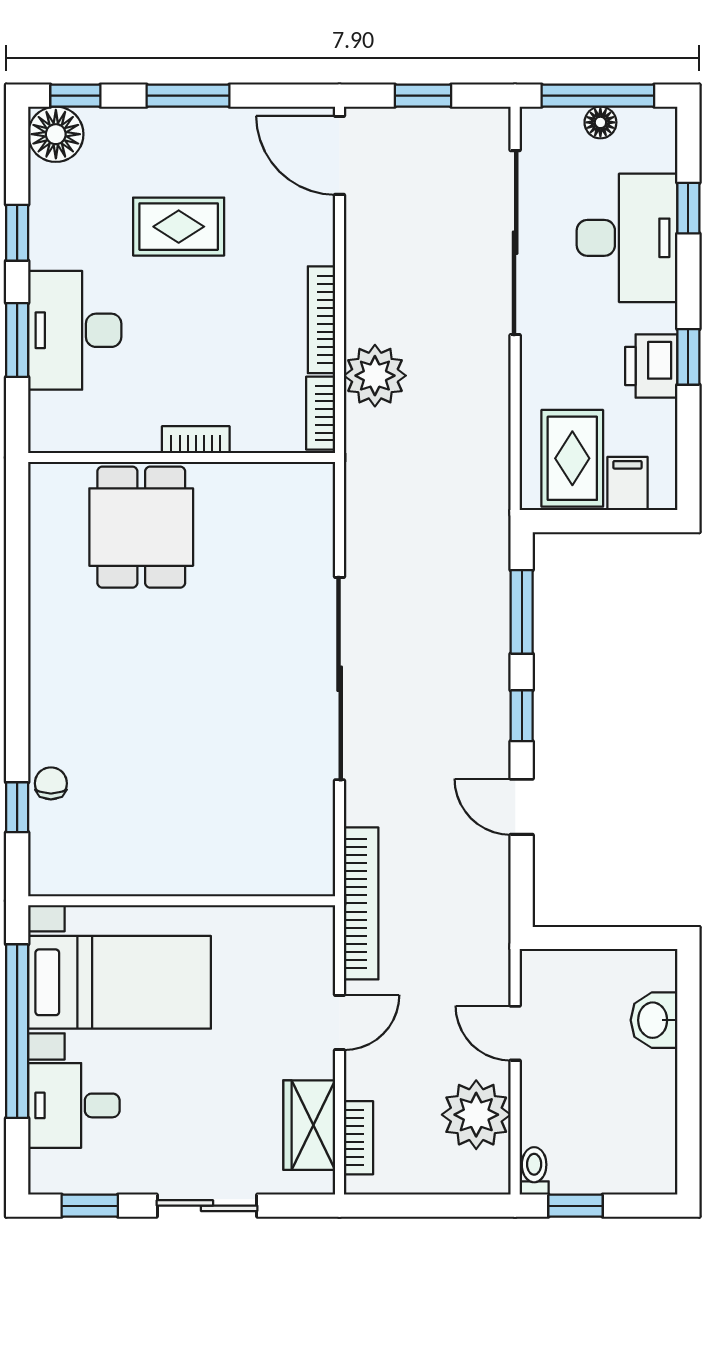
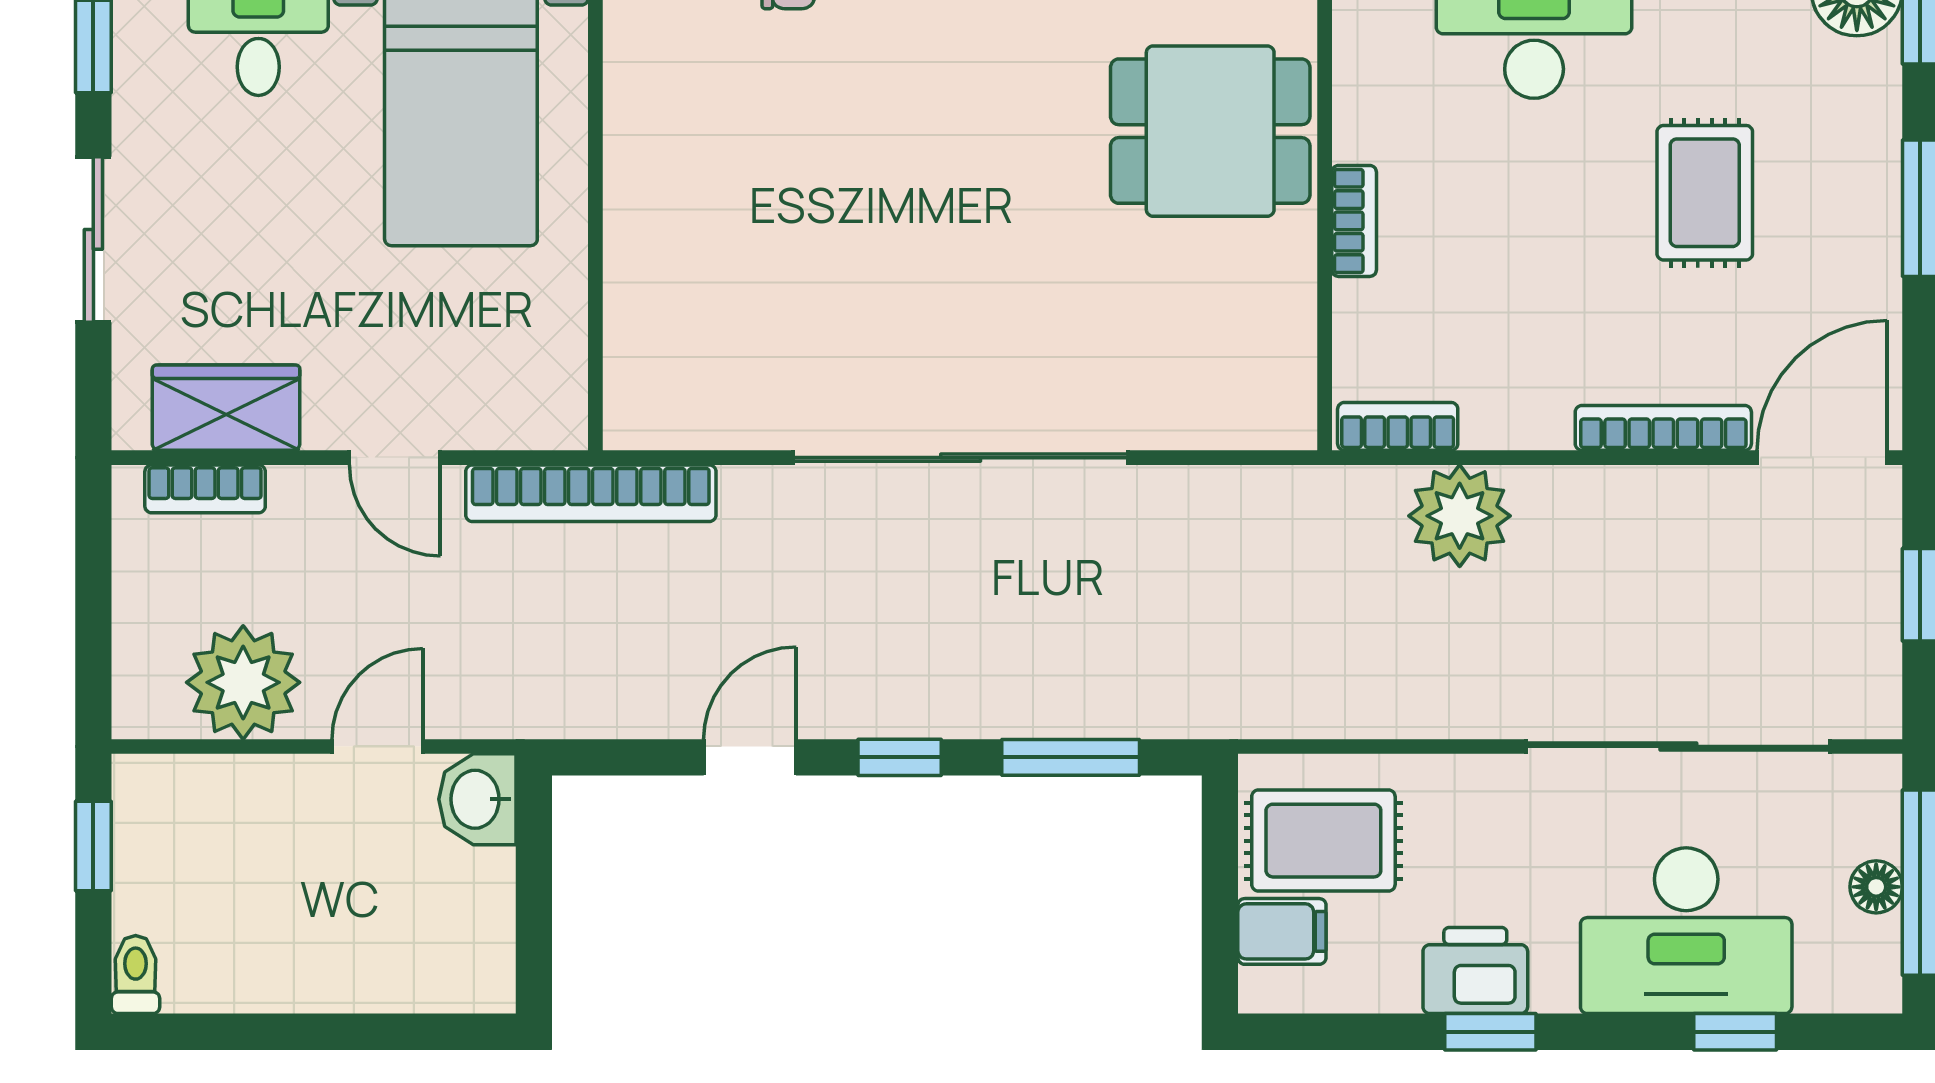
bookcase: (322, 320) -> (1663, 428), moved
washbasin: (654, 1020) -> (477, 799), moved, turned -90
toilet: (534, 1171) -> (136, 975), moved, turned -90

